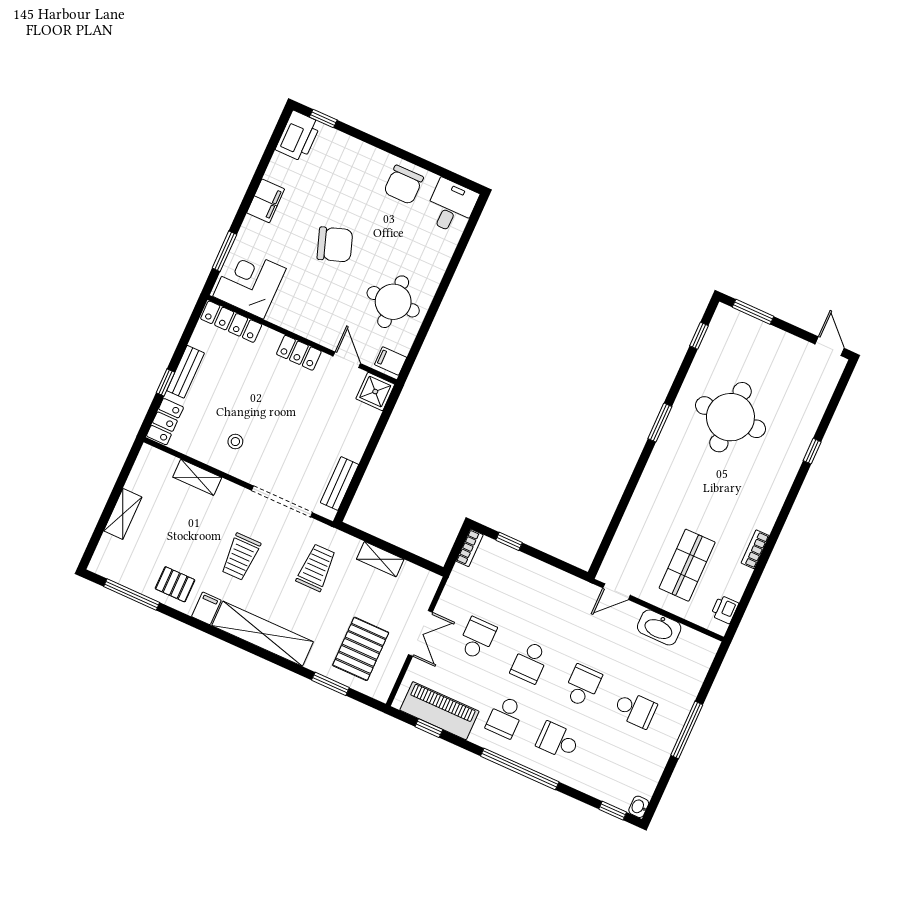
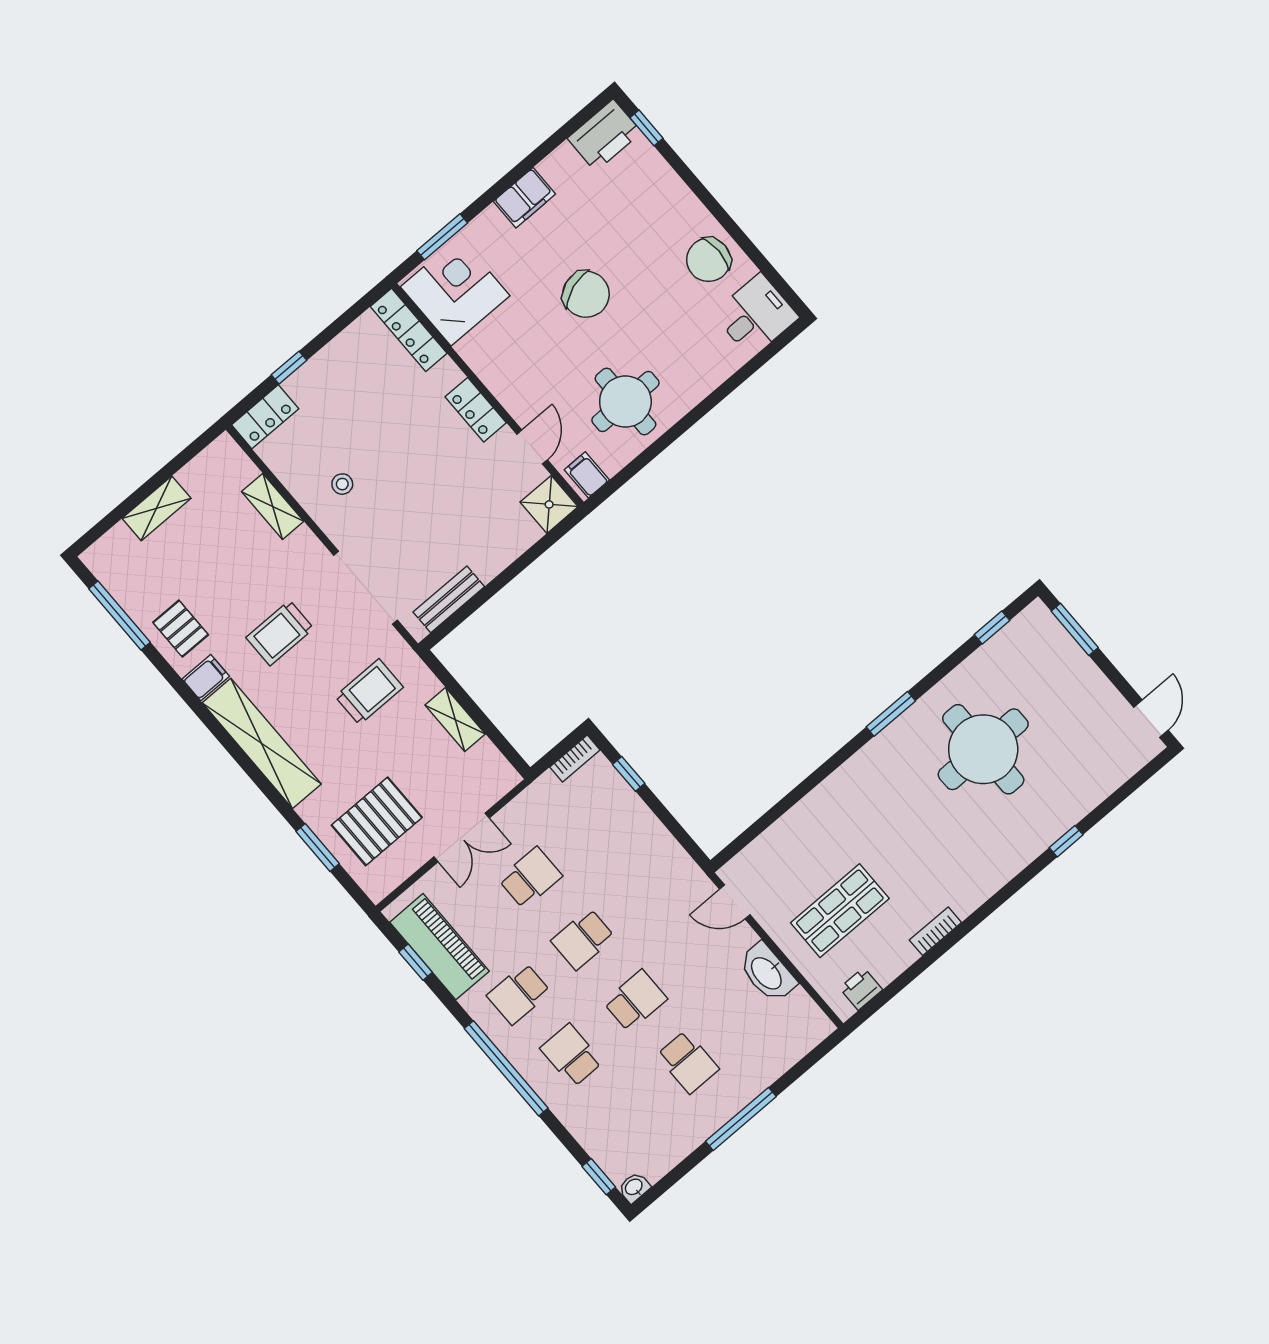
bench: (186, 372) -> (321, 366), removed

